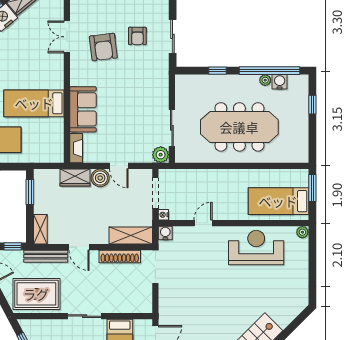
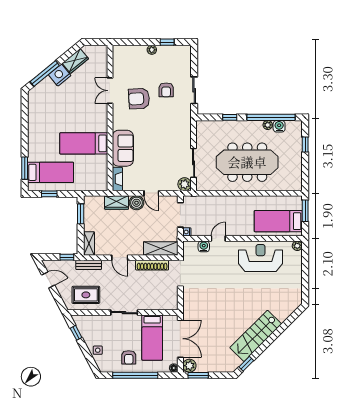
armchair: (103, 47) -> (139, 99), turned 94
water cooler: (165, 233) -> (204, 246), moved
bench: (46, 256) -> (89, 265), width x0.73
rug: (36, 294) -> (86, 295), width x0.73, depth x0.70

